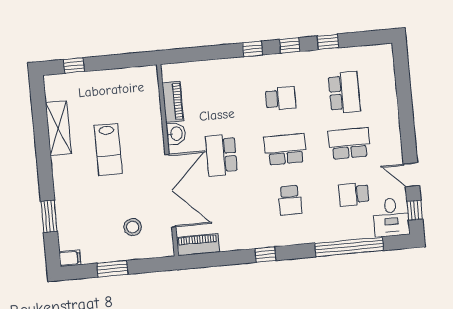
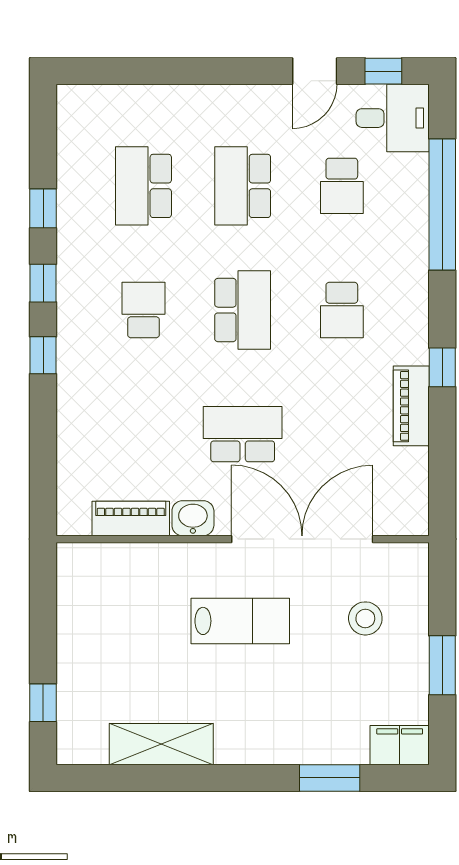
school desk: (344, 92) -> (144, 186), turned -90
school desk: (285, 149) -> (243, 310), turned 180
lab bench: (108, 150) -> (240, 621), moved
school desk: (221, 155) -> (243, 434), turned 180
school desk: (290, 200) -> (342, 310), turned 90
piano: (198, 245) -> (411, 406), moved
filing cabinet: (70, 258) -> (400, 745), width x2.00

